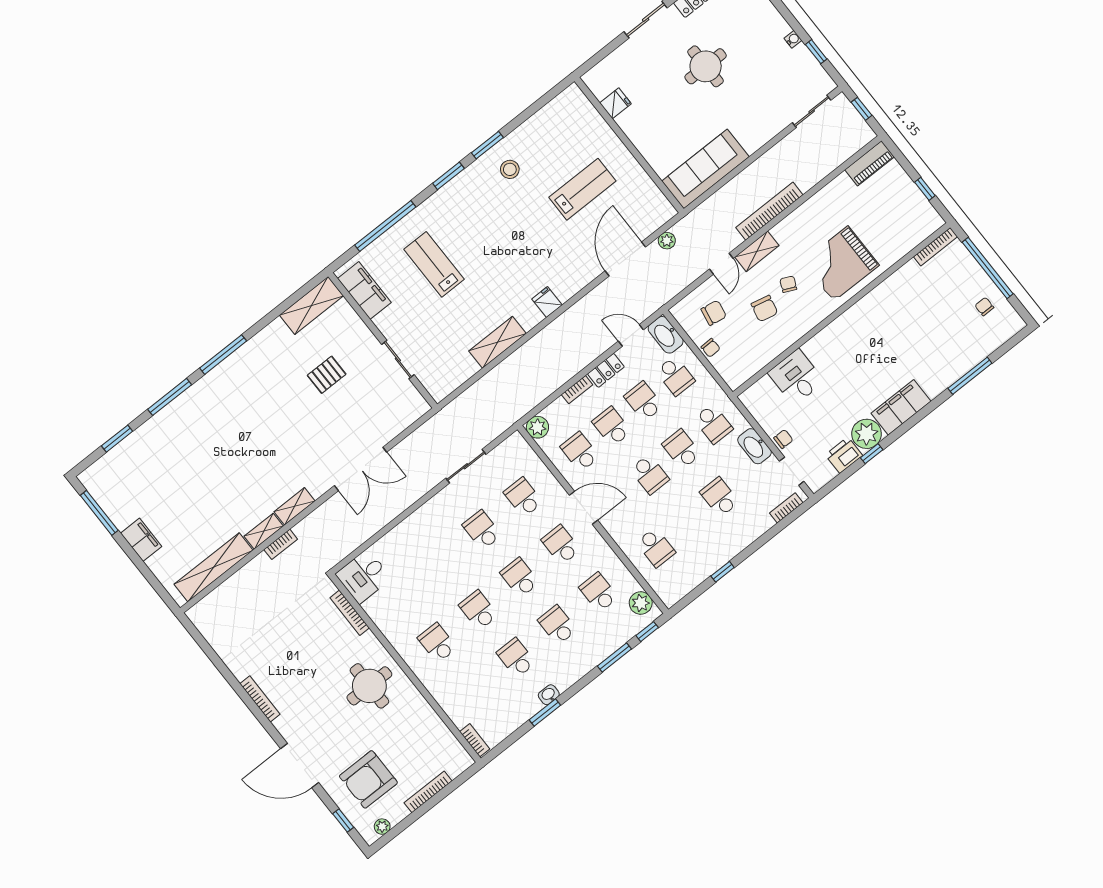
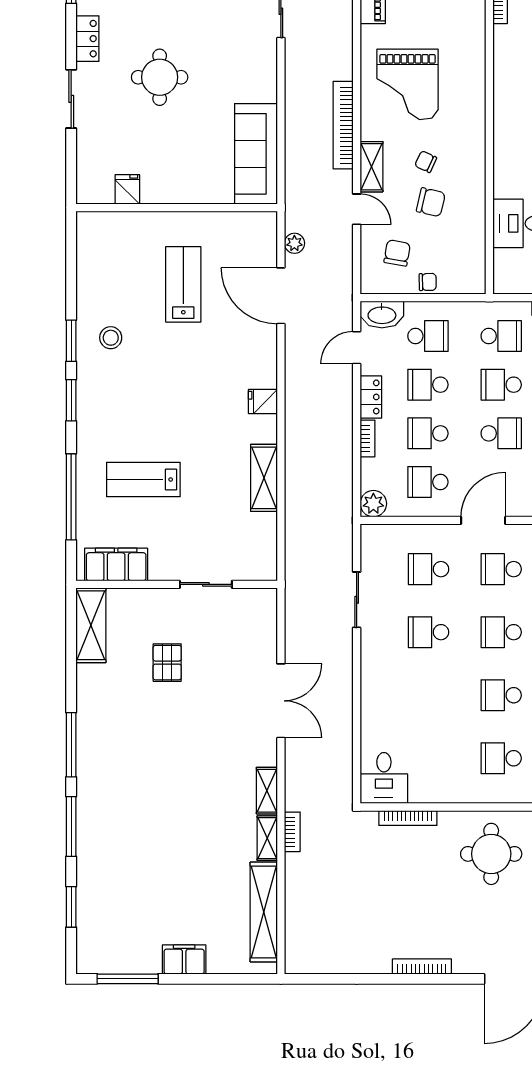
grand piano: (841, 264) -> (408, 84), moved

